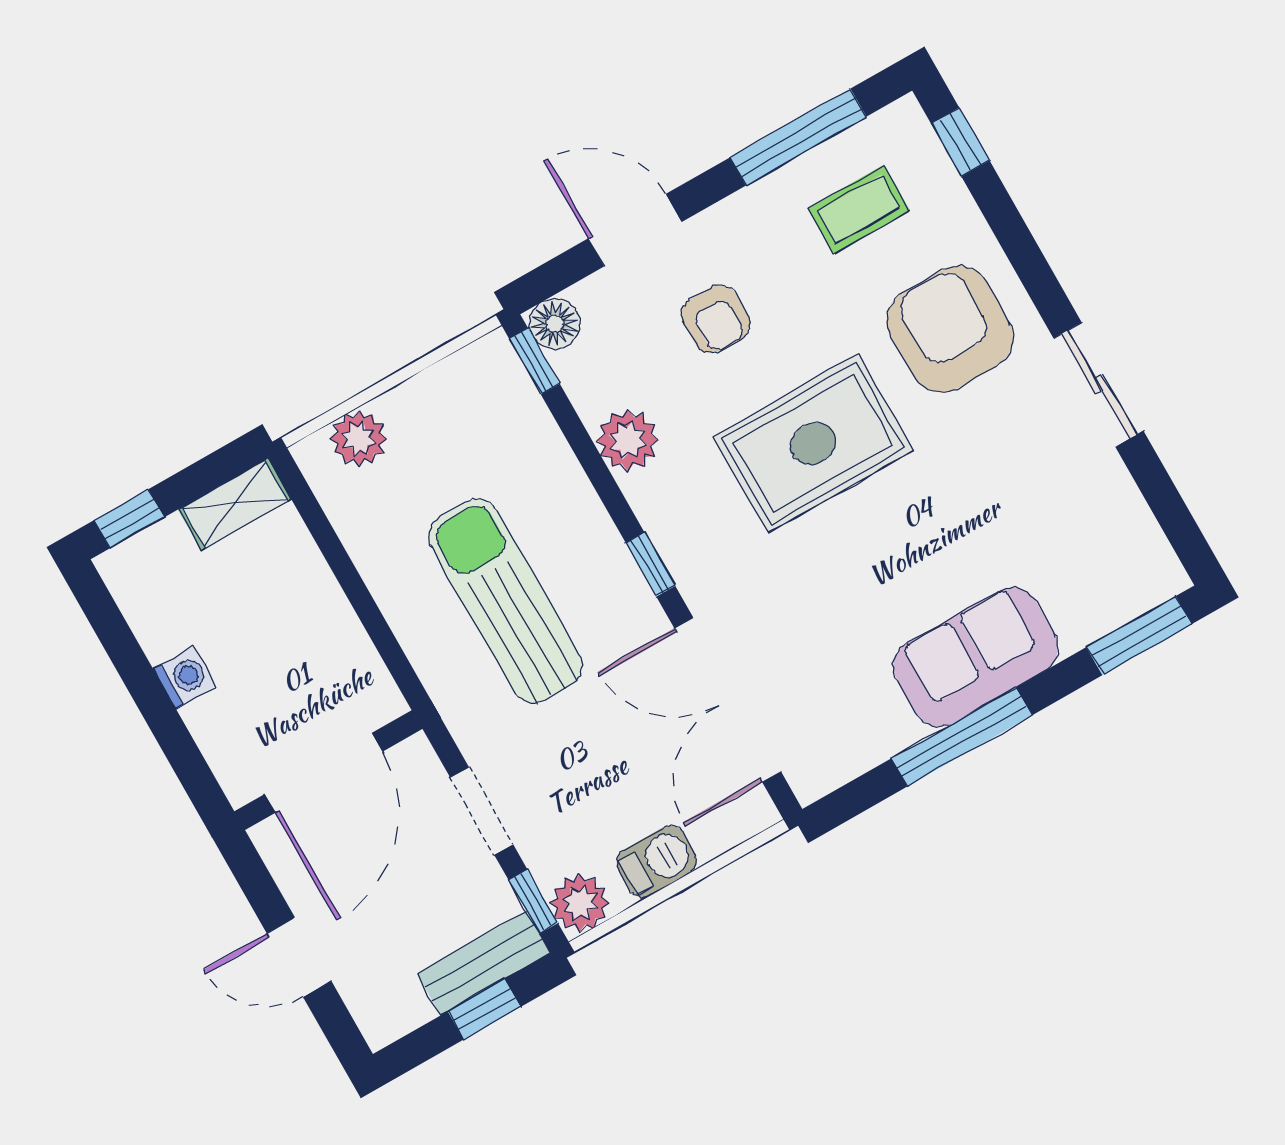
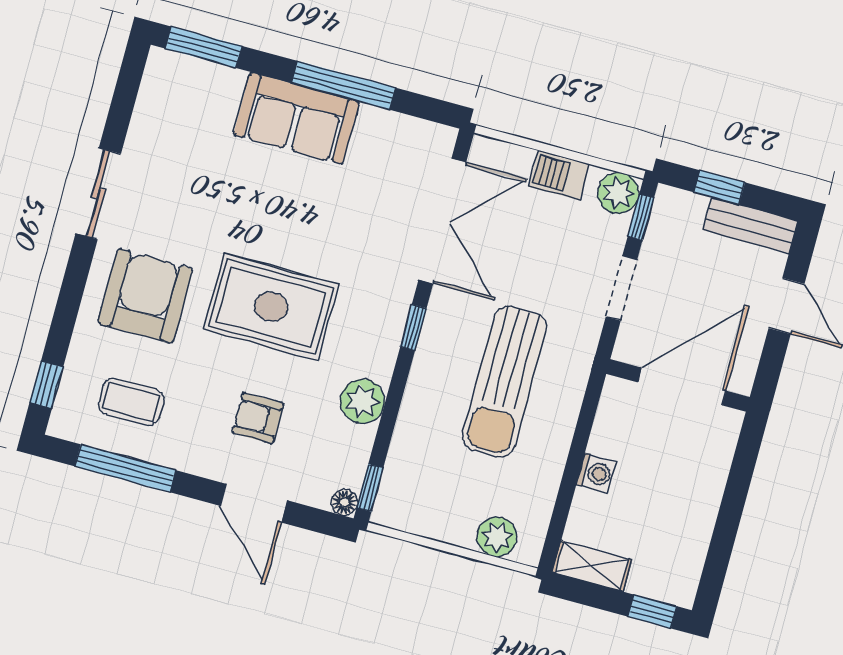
armchair: (716, 319) -> (258, 418), turned -90
floor lamp: (555, 324) -> (344, 502), width x0.73, depth x0.73
armchair: (950, 329) -> (145, 296), turned 180
washing machine: (184, 678) -> (596, 473), moved, turned 180
bench: (484, 963) -> (750, 225), moved

